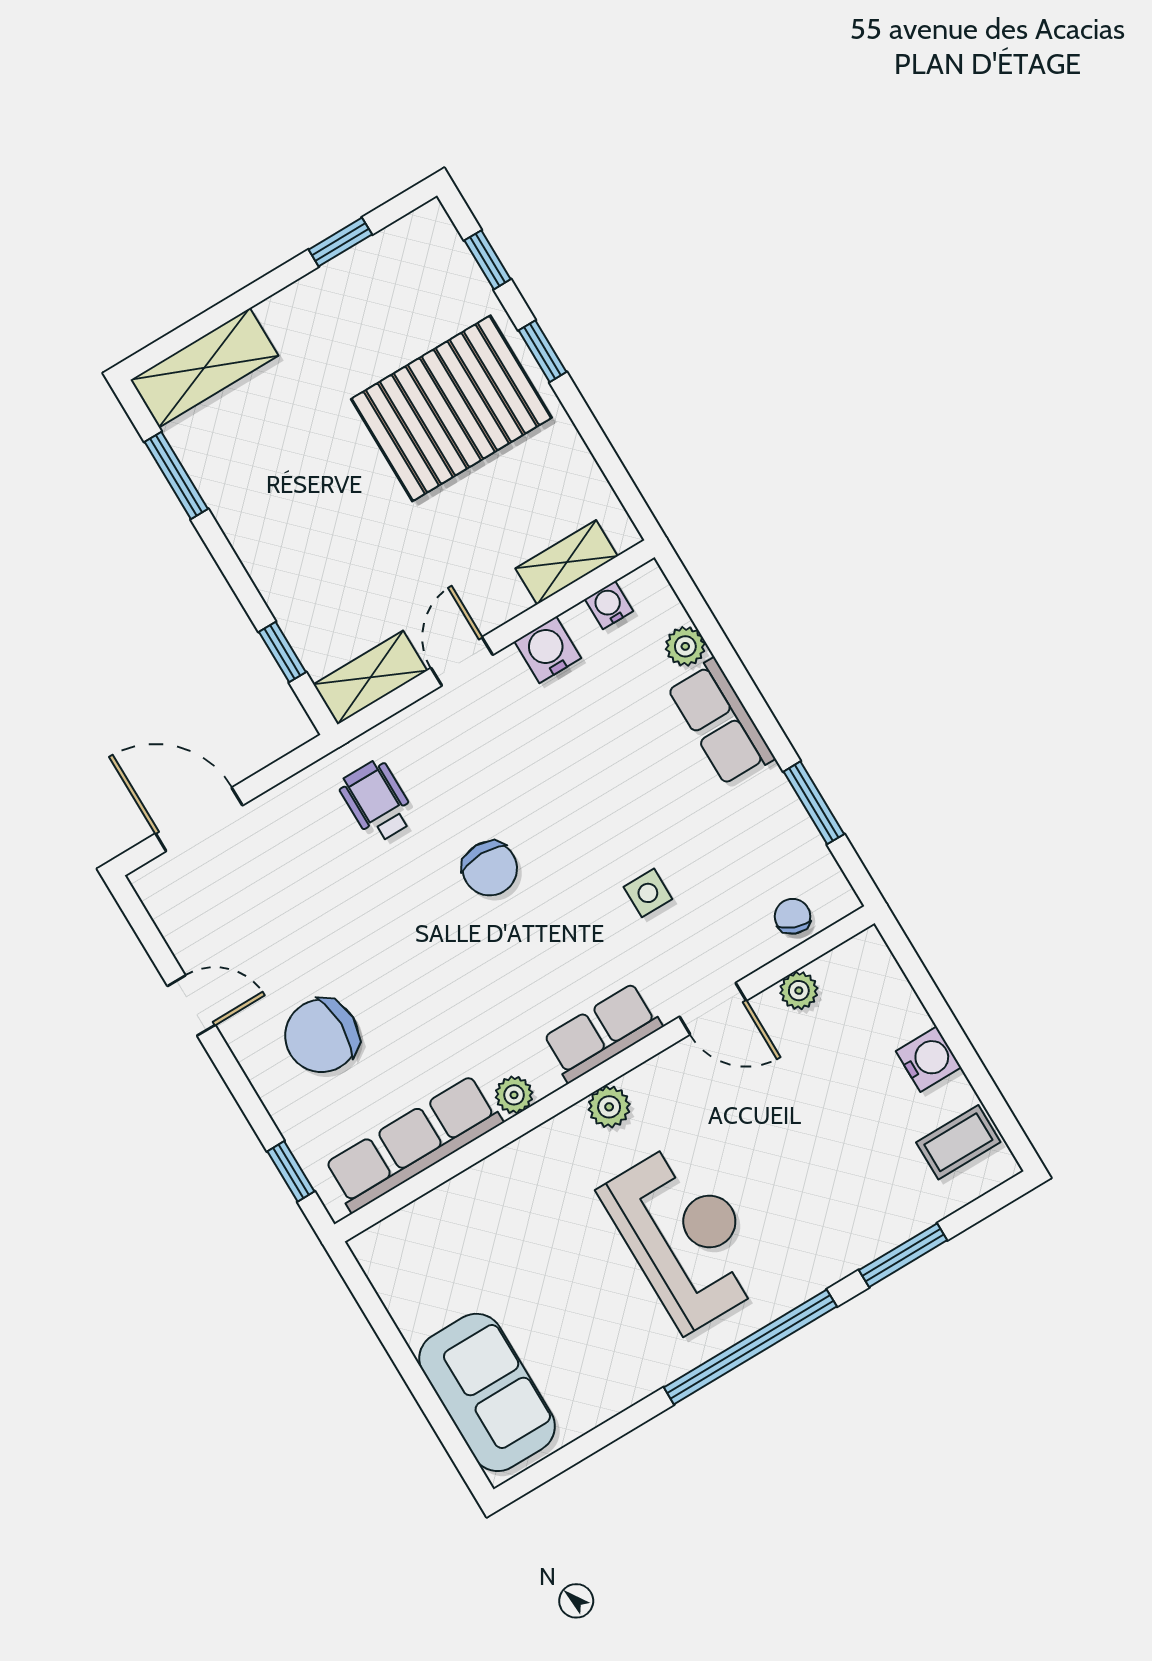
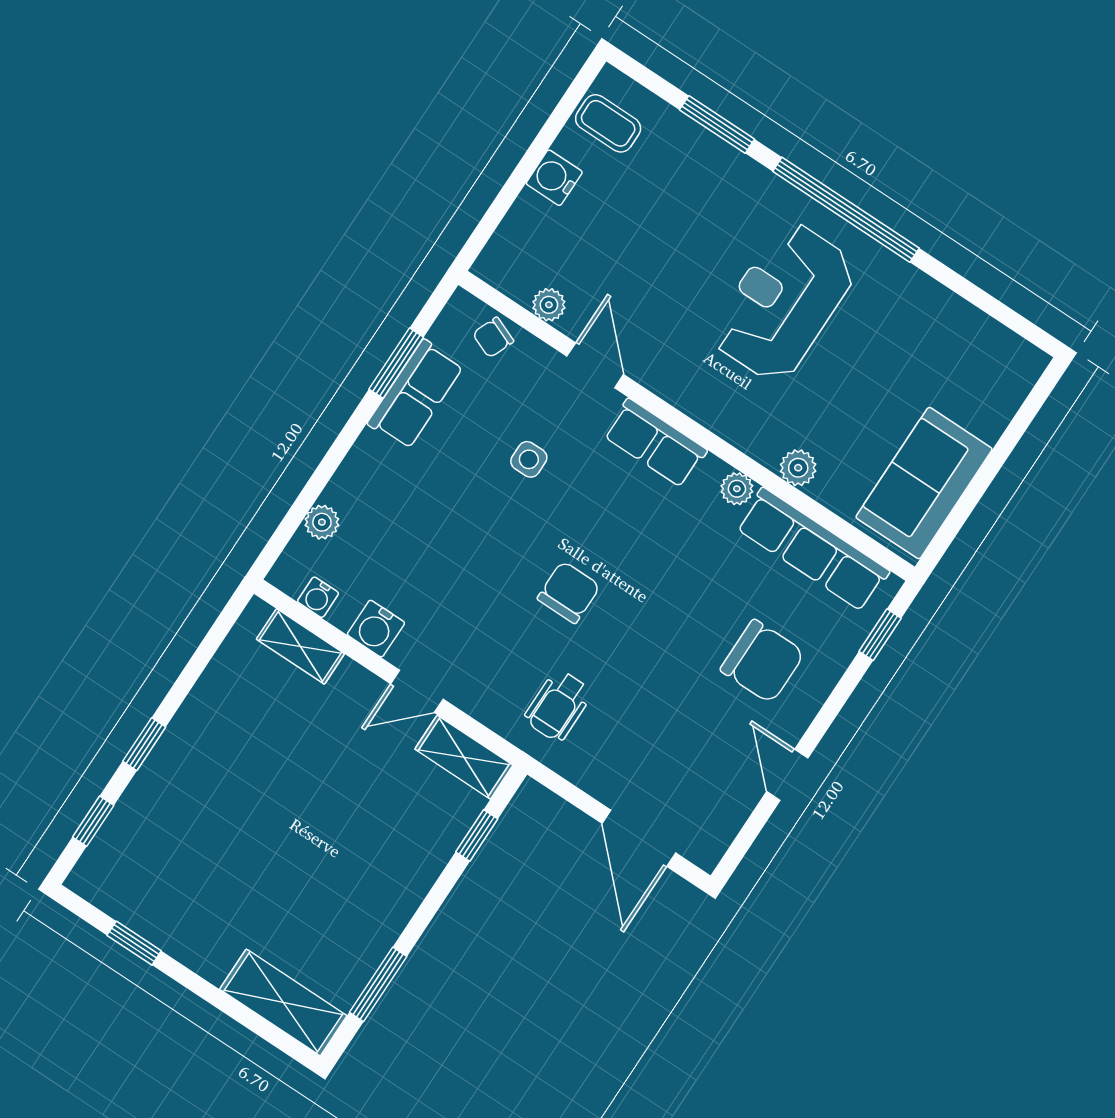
pallet: (451, 408) -> (223, 794), removed
row of seats: (721, 722) -> (415, 394), moved
plant: (609, 1107) -> (798, 468), moved
sofa: (487, 1392) -> (924, 483), moved

